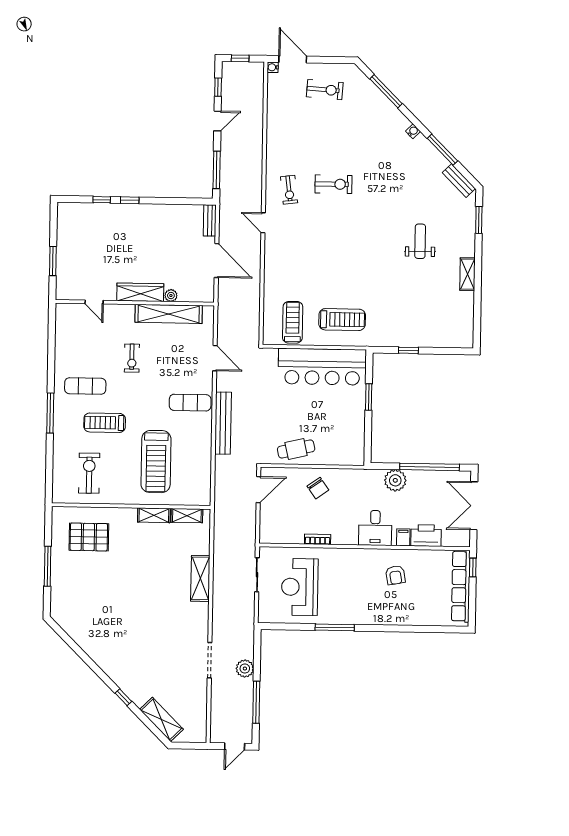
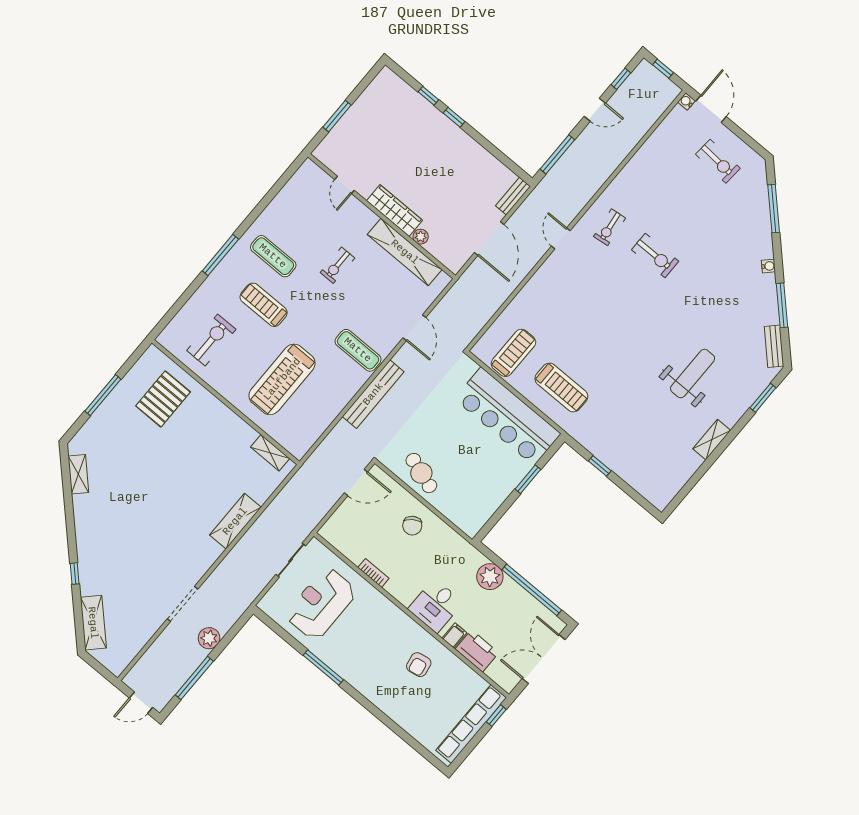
weight bench: (420, 241) -> (693, 373), width x1.36, depth x1.33
cafe table: (296, 449) -> (421, 473), turned 31
shelving: (154, 515) -> (78, 474), moved, turned 45
pallet: (89, 537) -> (163, 399), turned 90

